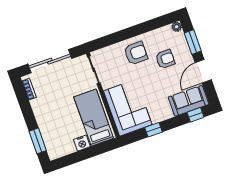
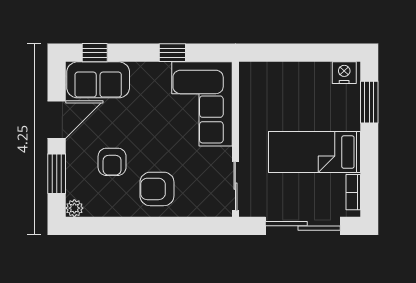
armchair: (165, 59) -> (112, 162), turned -90
bed: (94, 118) -> (314, 152), moved, turned 90
nightstand: (82, 143) -> (344, 73), moved

